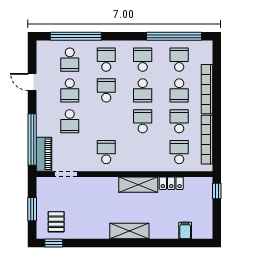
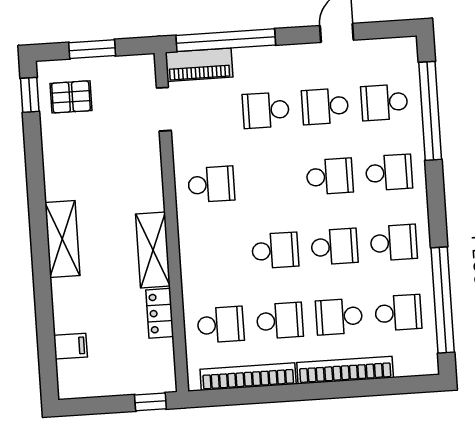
school desk: (143, 90) -> (334, 247), turned 180

